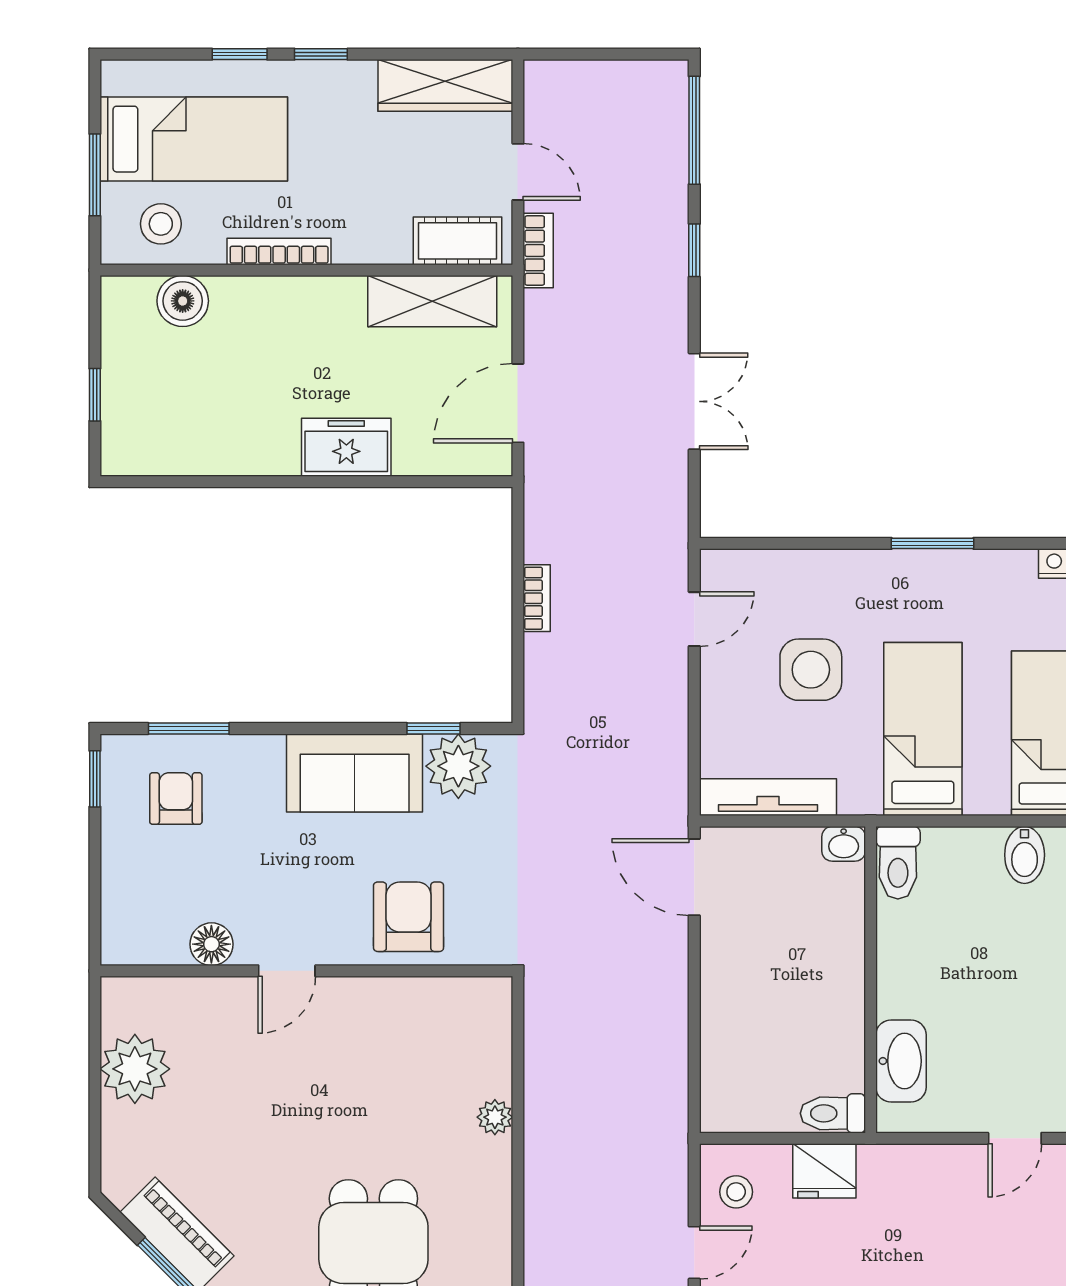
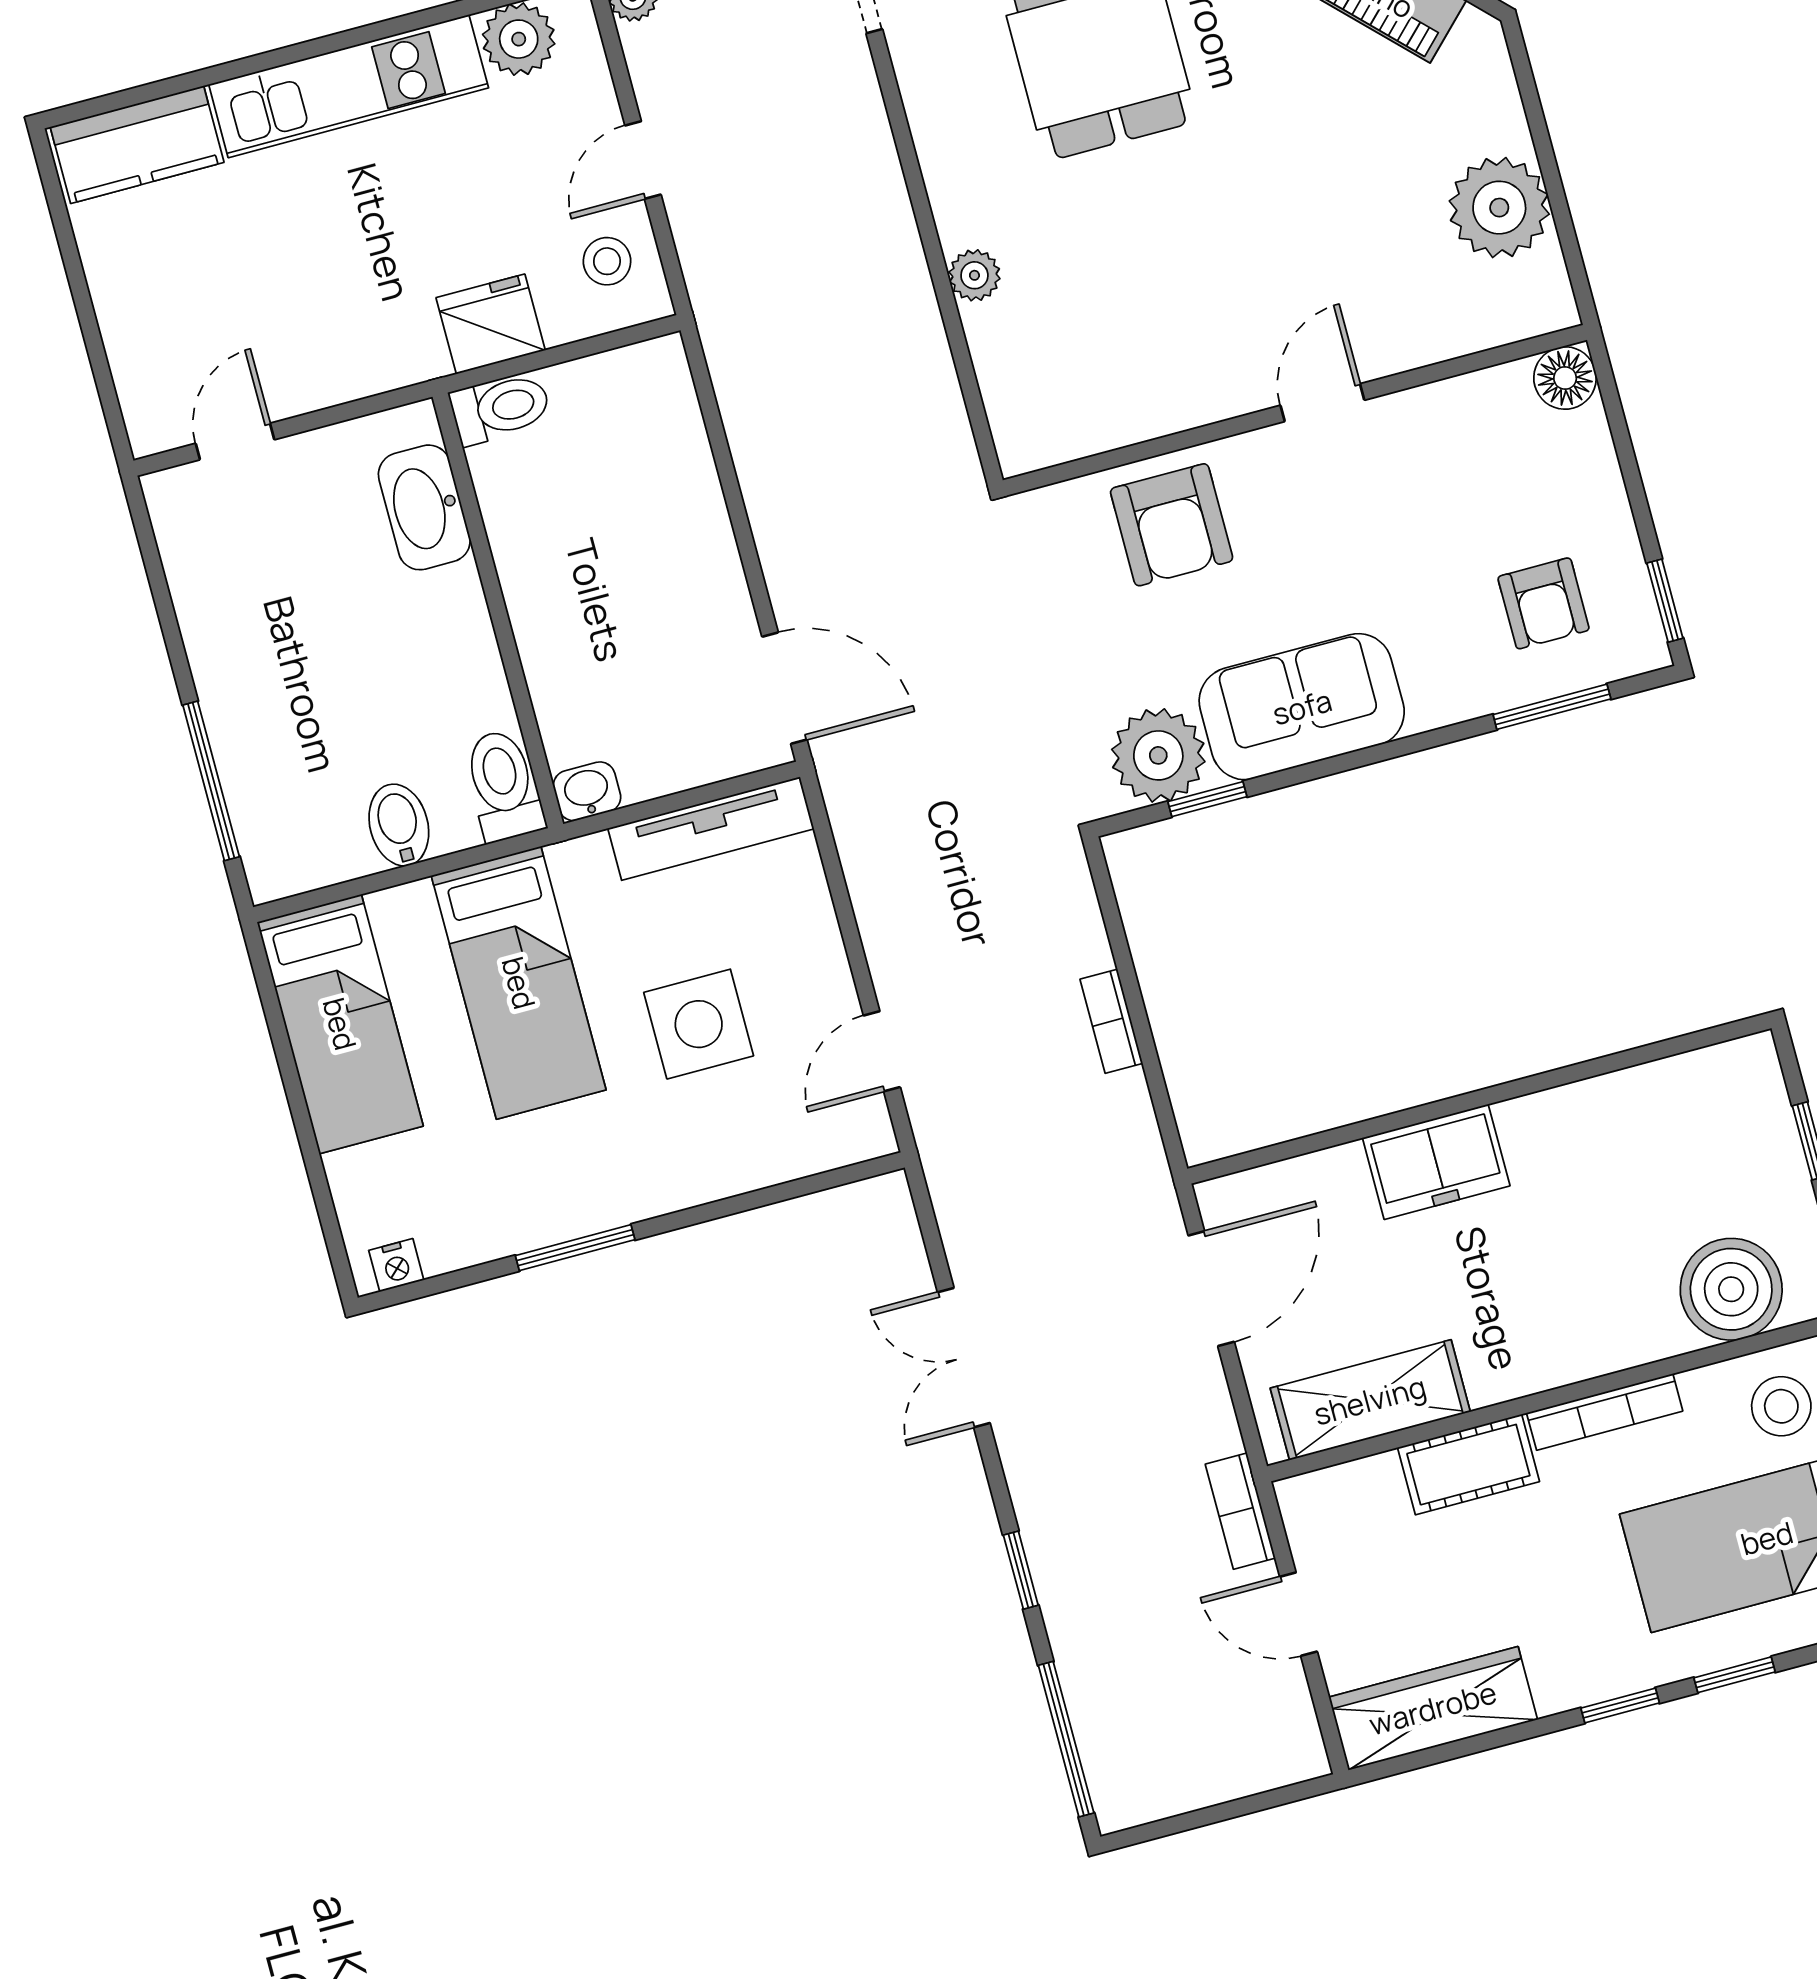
cot: (457, 241) -> (1468, 1465), moved
boiler: (183, 301) -> (1731, 1289), width x1.37, depth x1.37
bidet: (1025, 855) -> (399, 825), moved
floor lamp: (211, 944) -> (1565, 378), moved

